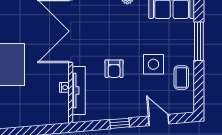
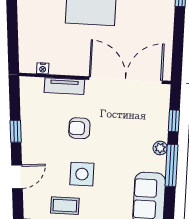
nightstand: (64, 87) -> (43, 68), moved
tv unit: (79, 90) -> (64, 86), width x0.71

